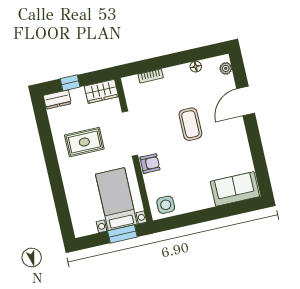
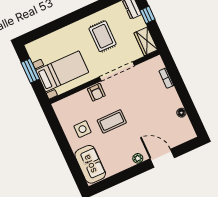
plant: (226, 68) -> (138, 158), moved
coffee table: (190, 124) -> (112, 121), moved
side table: (166, 205) -> (83, 129), moved
window: (122, 234) -> (30, 71), moved

